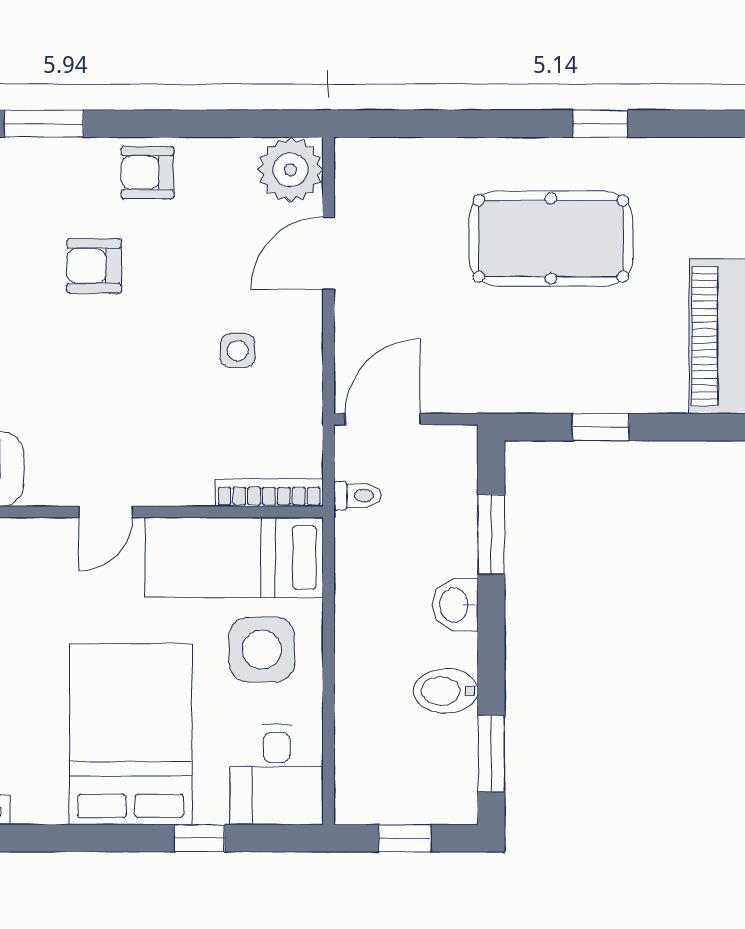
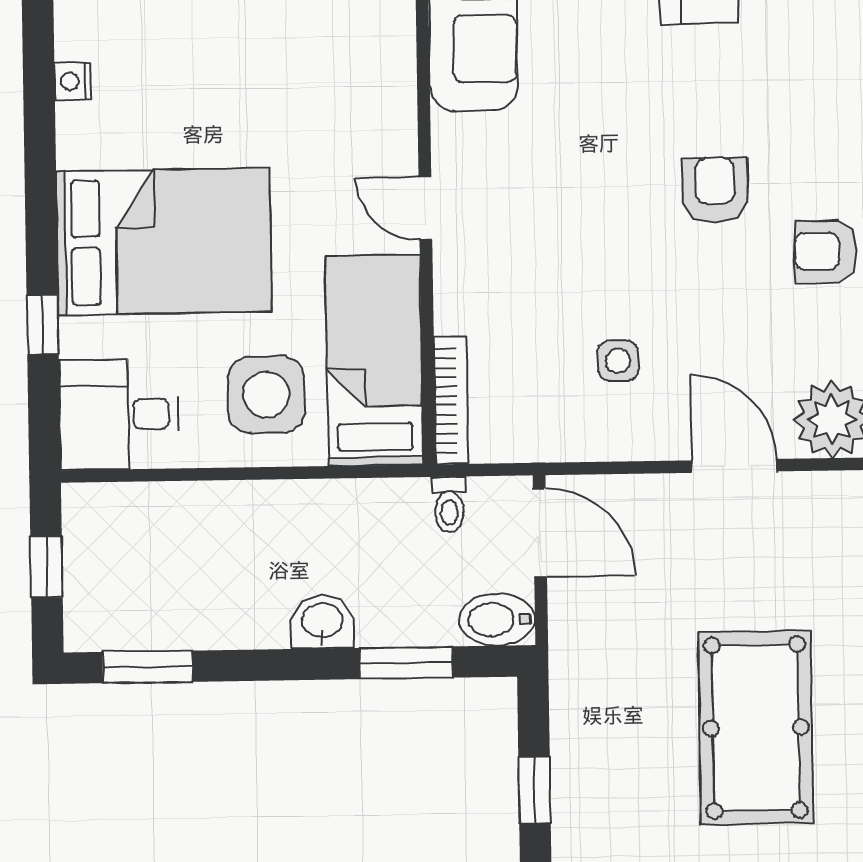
armchair: (147, 173) -> (826, 251), turned -90
bidet: (446, 691) -> (497, 620), moved, turned -90

